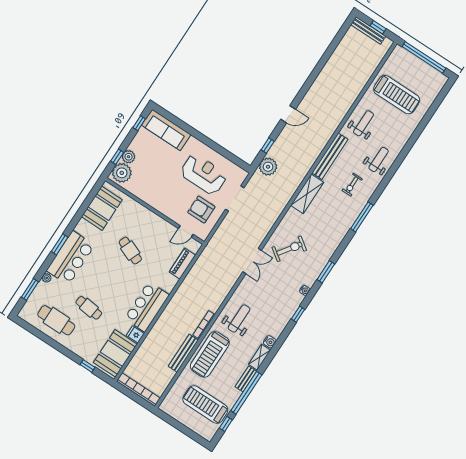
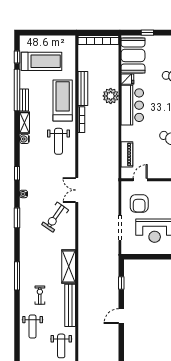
plant: (268, 167) -> (111, 96), moved
armchair: (201, 210) -> (139, 204), turned 90

